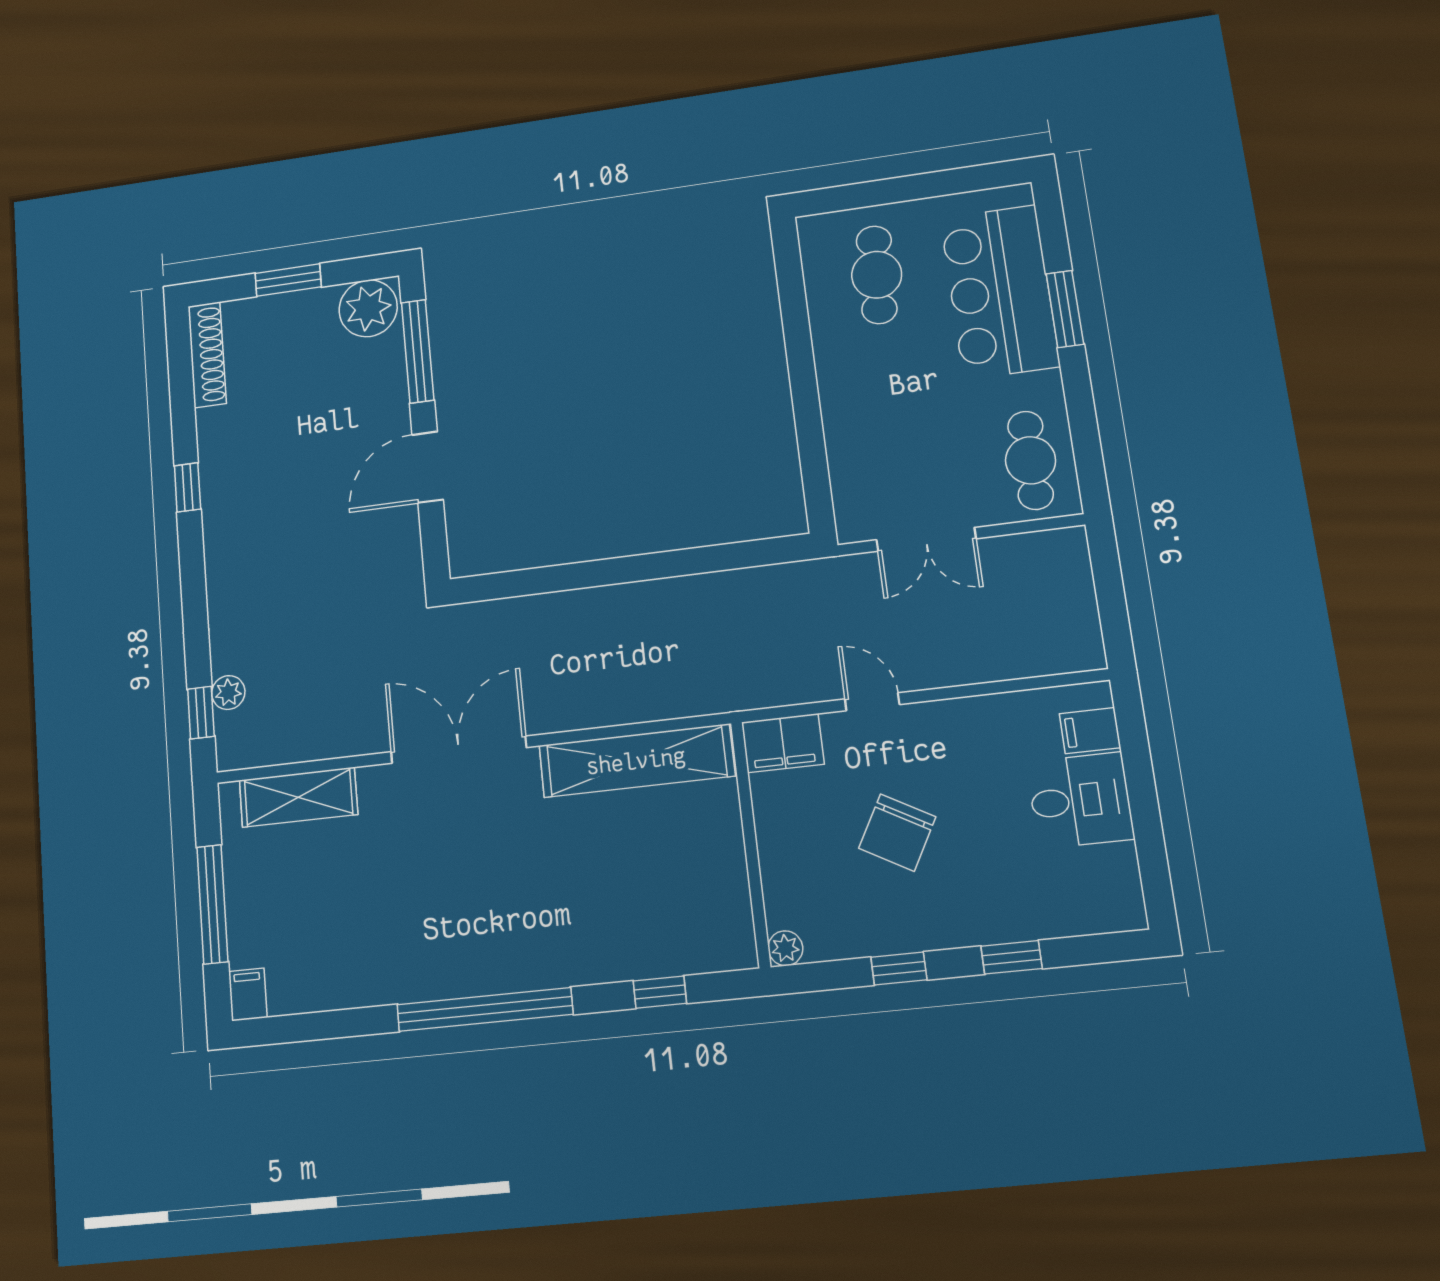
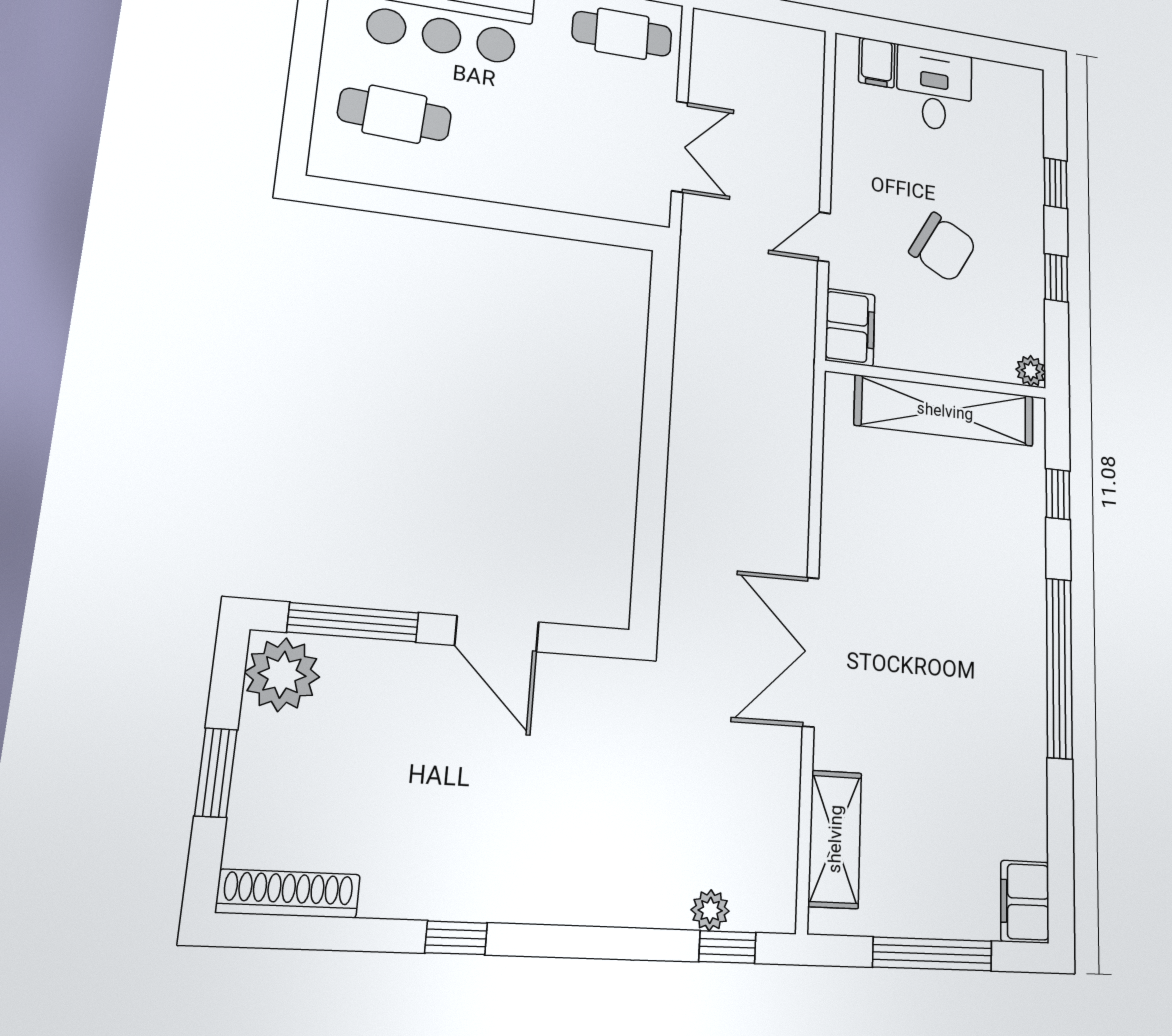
shelving: (636, 761) -> (945, 411), moved, turned 90
filing cabinet: (248, 994) -> (1025, 902), width x2.00

